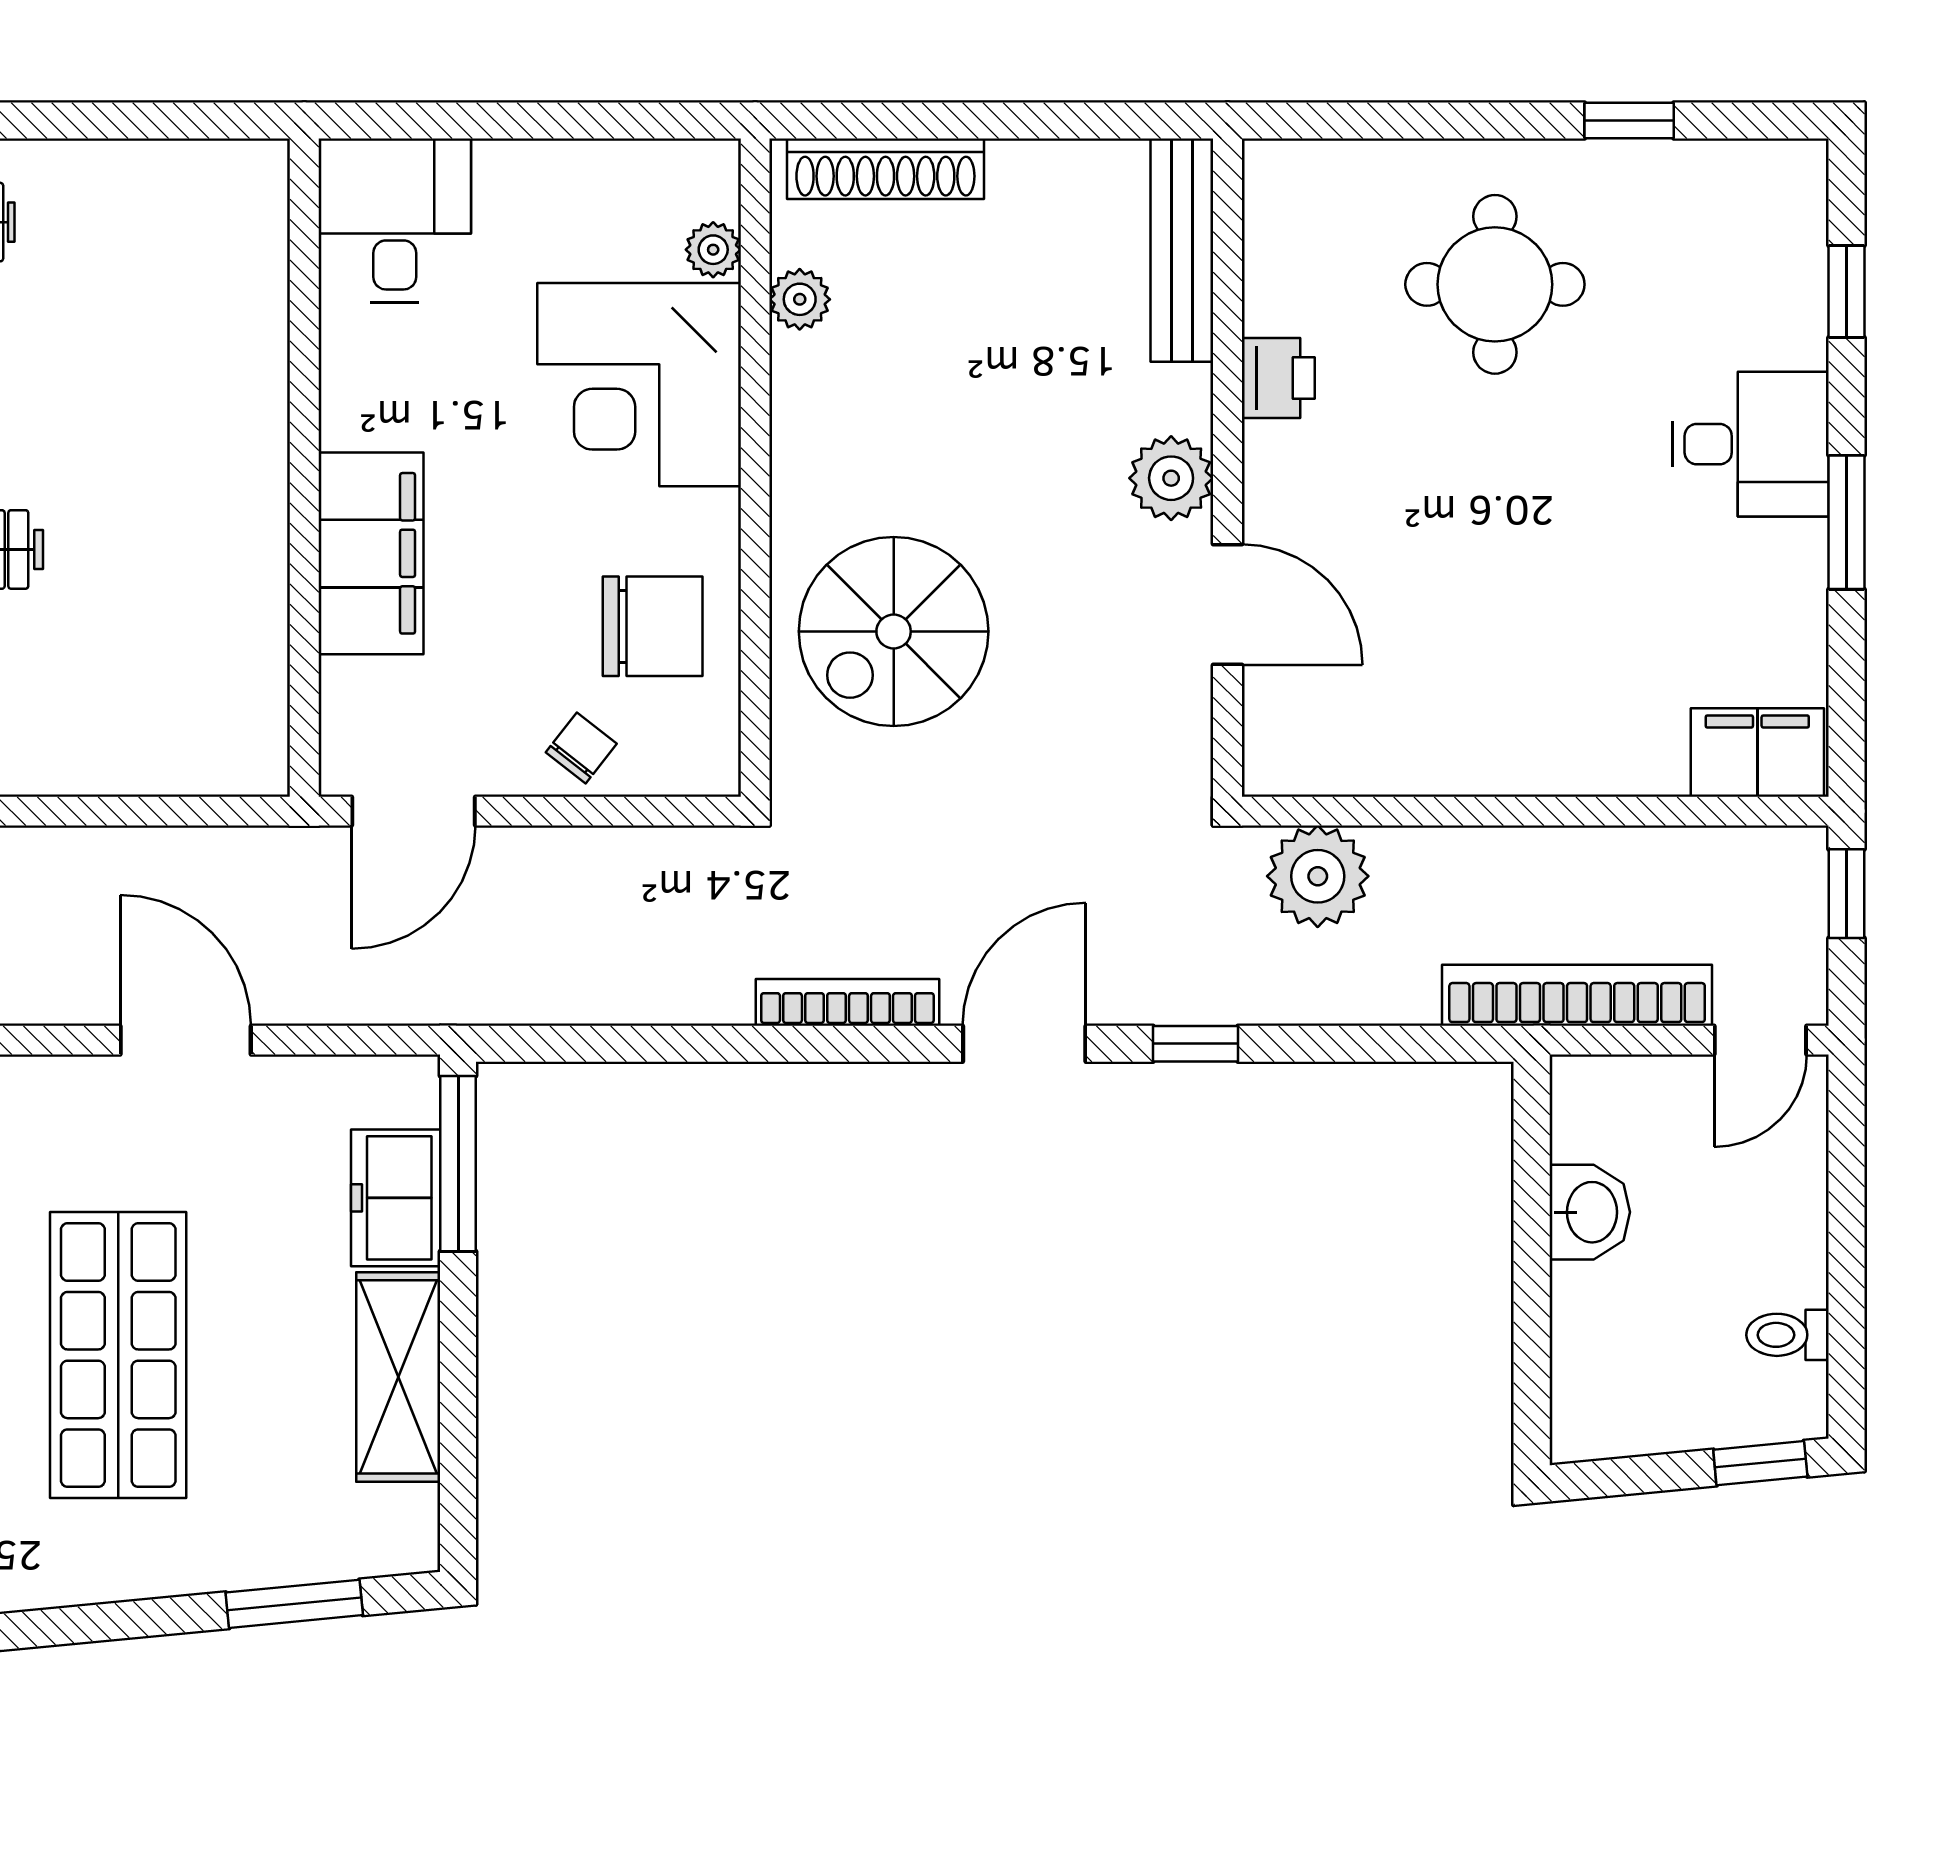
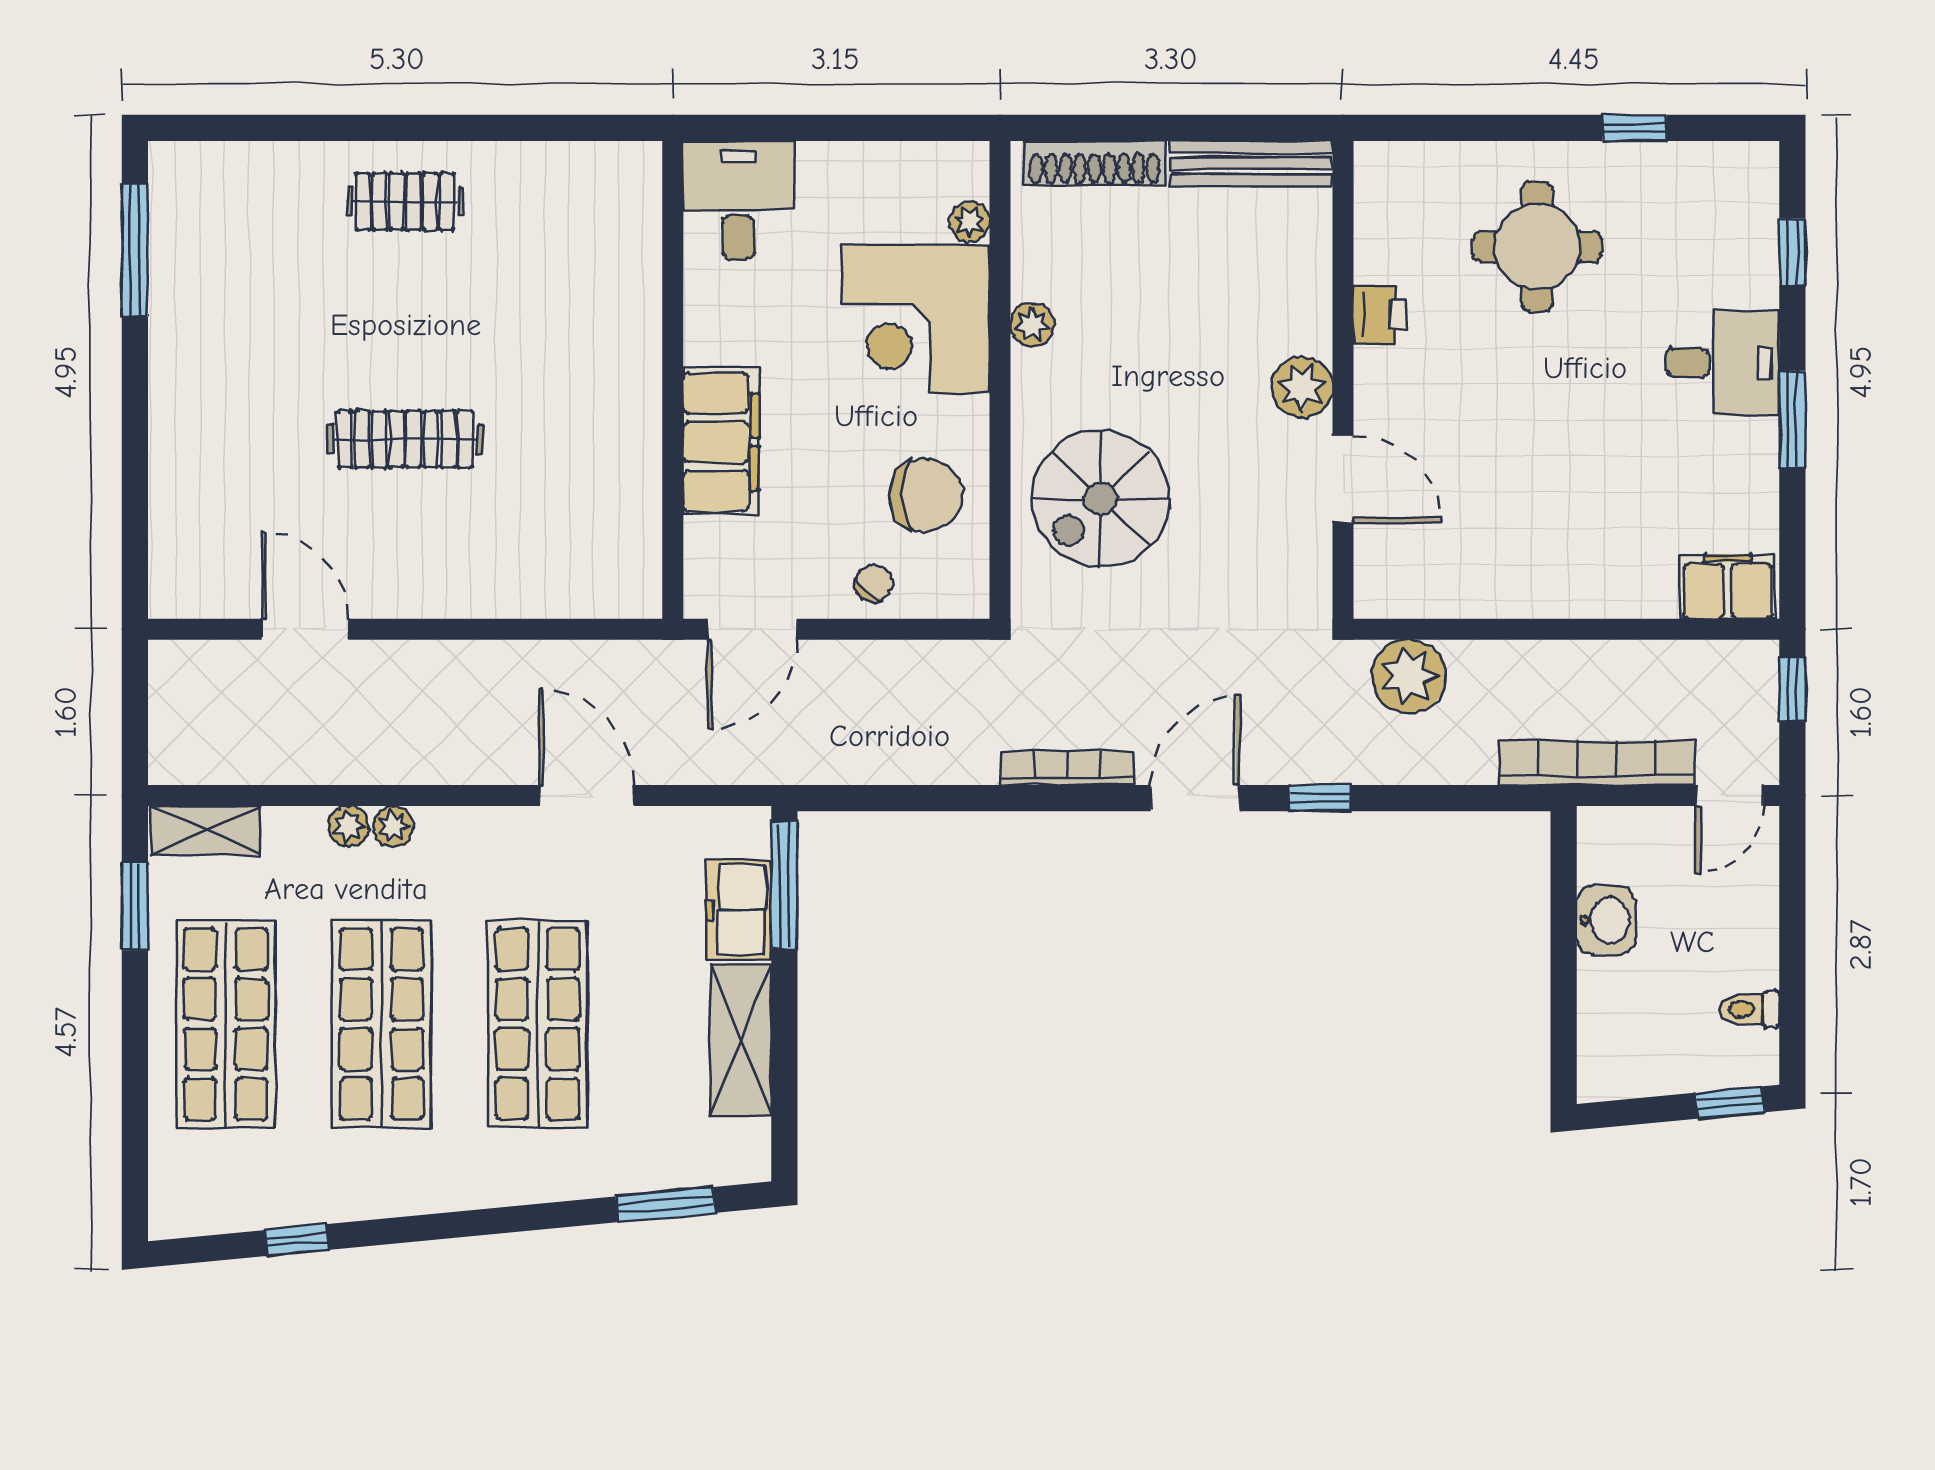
bench: (1182, 250) -> (1251, 164), moved, turned 90
plant: (800, 299) -> (1032, 325), moved

